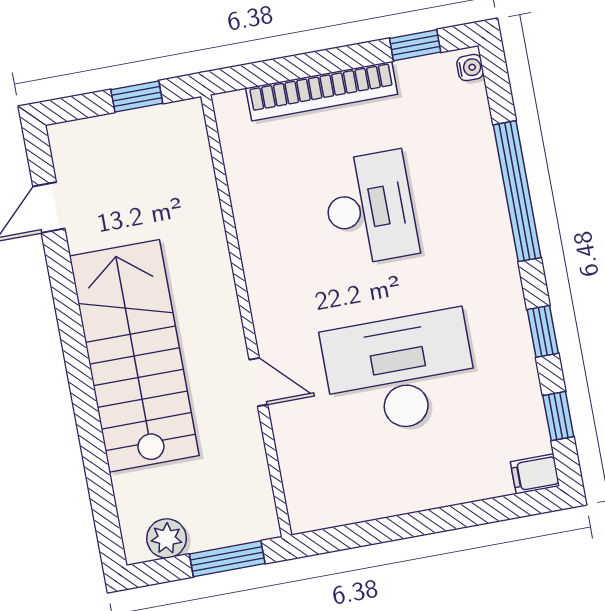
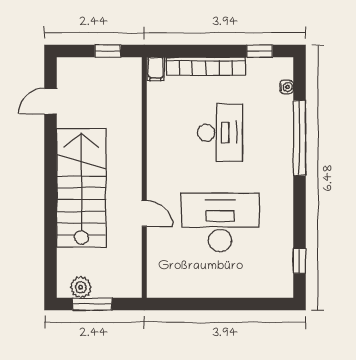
water cooler: (470, 68) -> (287, 87), moved
window: (543, 331) -> (299, 214), removed
filing cabinet: (535, 474) -> (156, 69), moved, turned -90
window: (227, 559) -> (92, 304), moved

